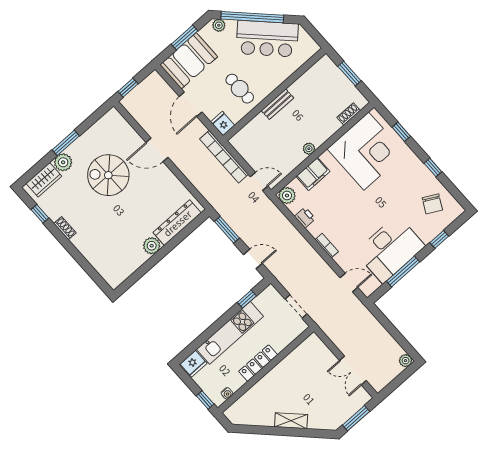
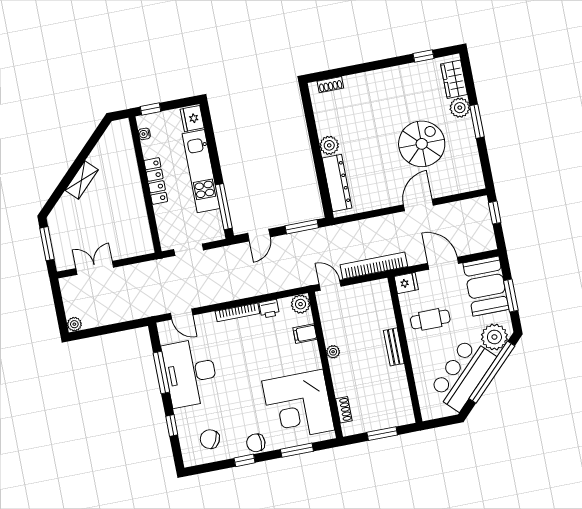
plant: (219, 25) -> (494, 337), width x1.87, depth x1.87
window: (401, 132) -> (297, 450), width x1.50
chair: (414, 167) -> (256, 443), added
filing cabinet: (313, 174) -> (305, 334), width x0.50
door: (259, 181) -> (330, 285), swing flipped
shoe rack: (65, 228) -> (330, 85), moved
bookcase: (327, 246) -> (237, 312), width x1.56
door: (349, 283) -> (182, 314), hinge flipped
window: (247, 299) -> (224, 207), width x2.17

